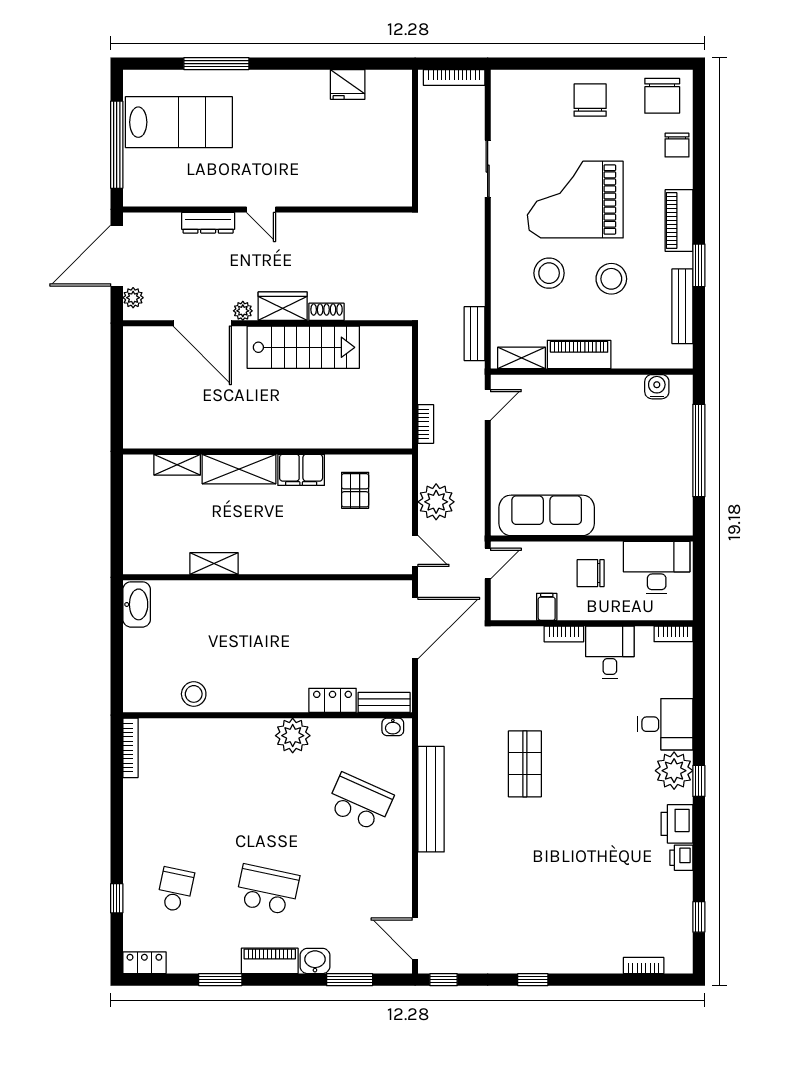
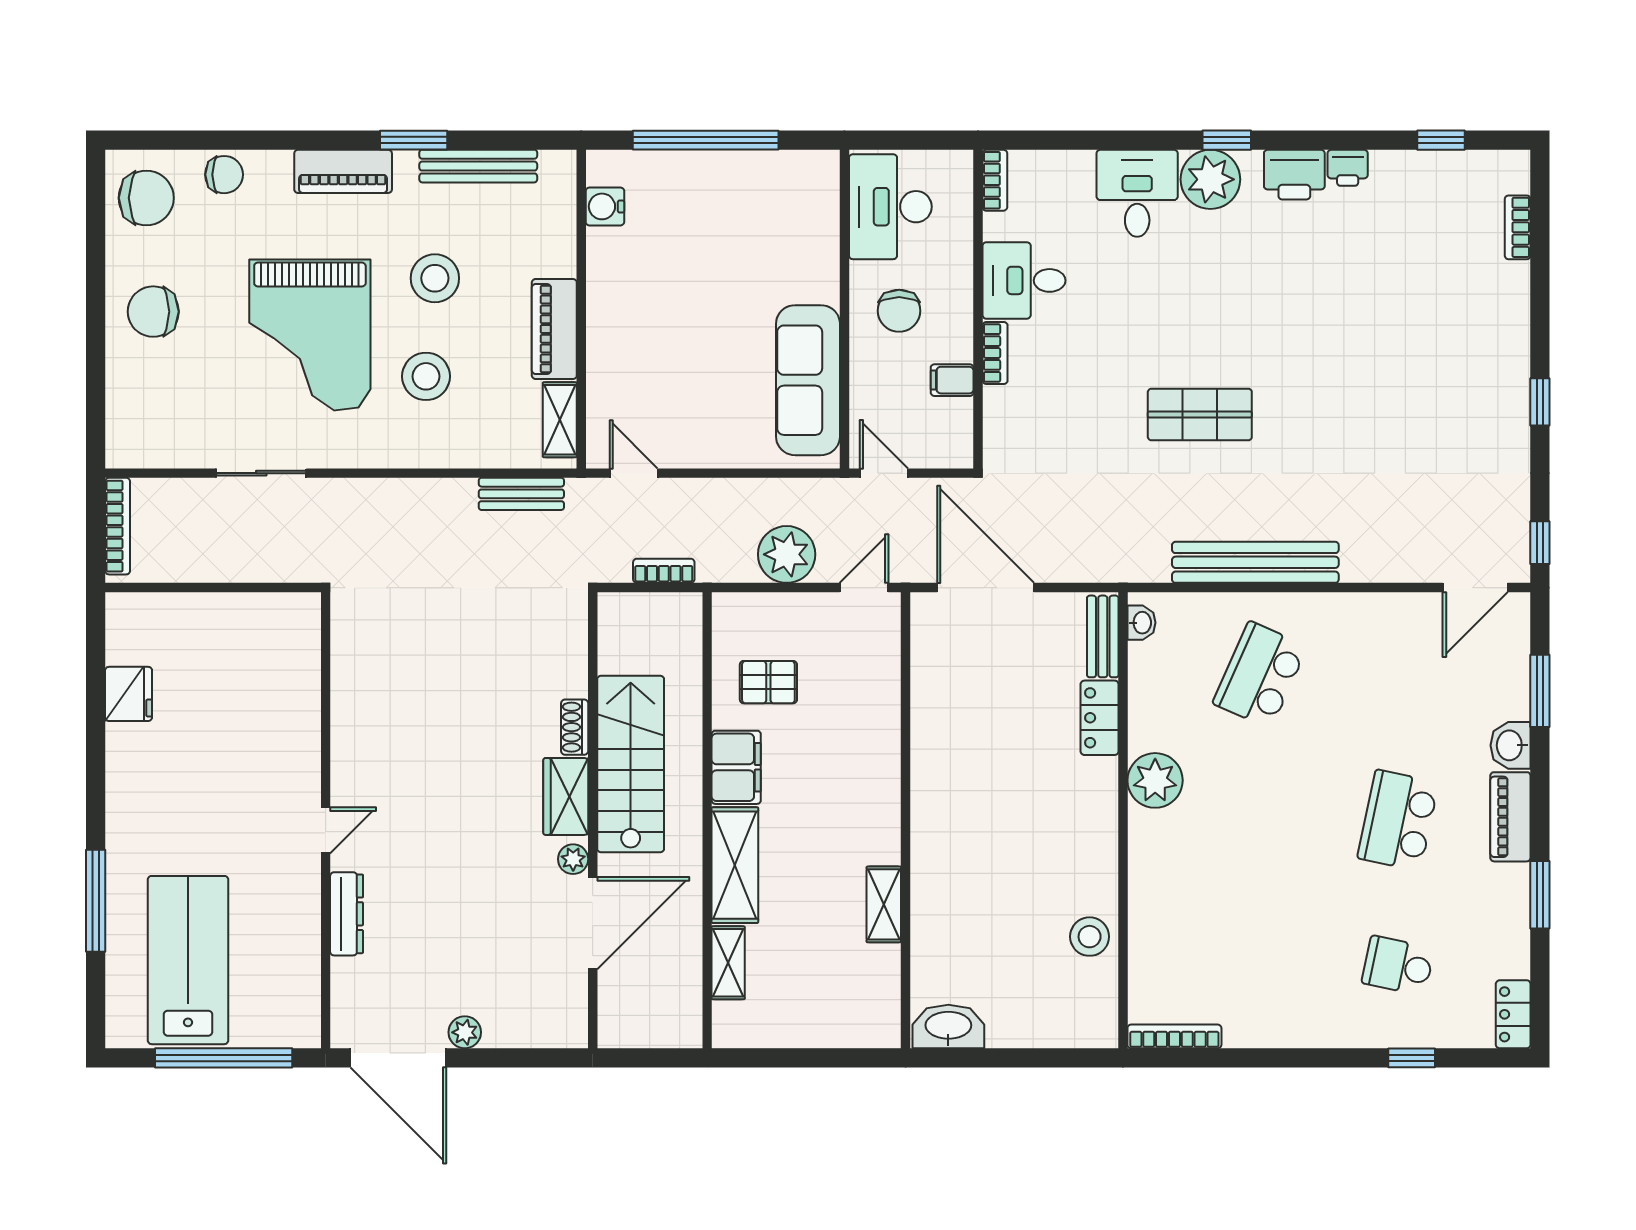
wardrobe: (283, 306) -> (566, 796), moved
plant: (243, 311) -> (573, 859), moved
shoe rack: (327, 312) -> (575, 727), moved
door: (202, 323) -> (593, 923), moved
wall: (267, 323) -> (593, 820), moved
stairs: (303, 347) -> (631, 764), moved

